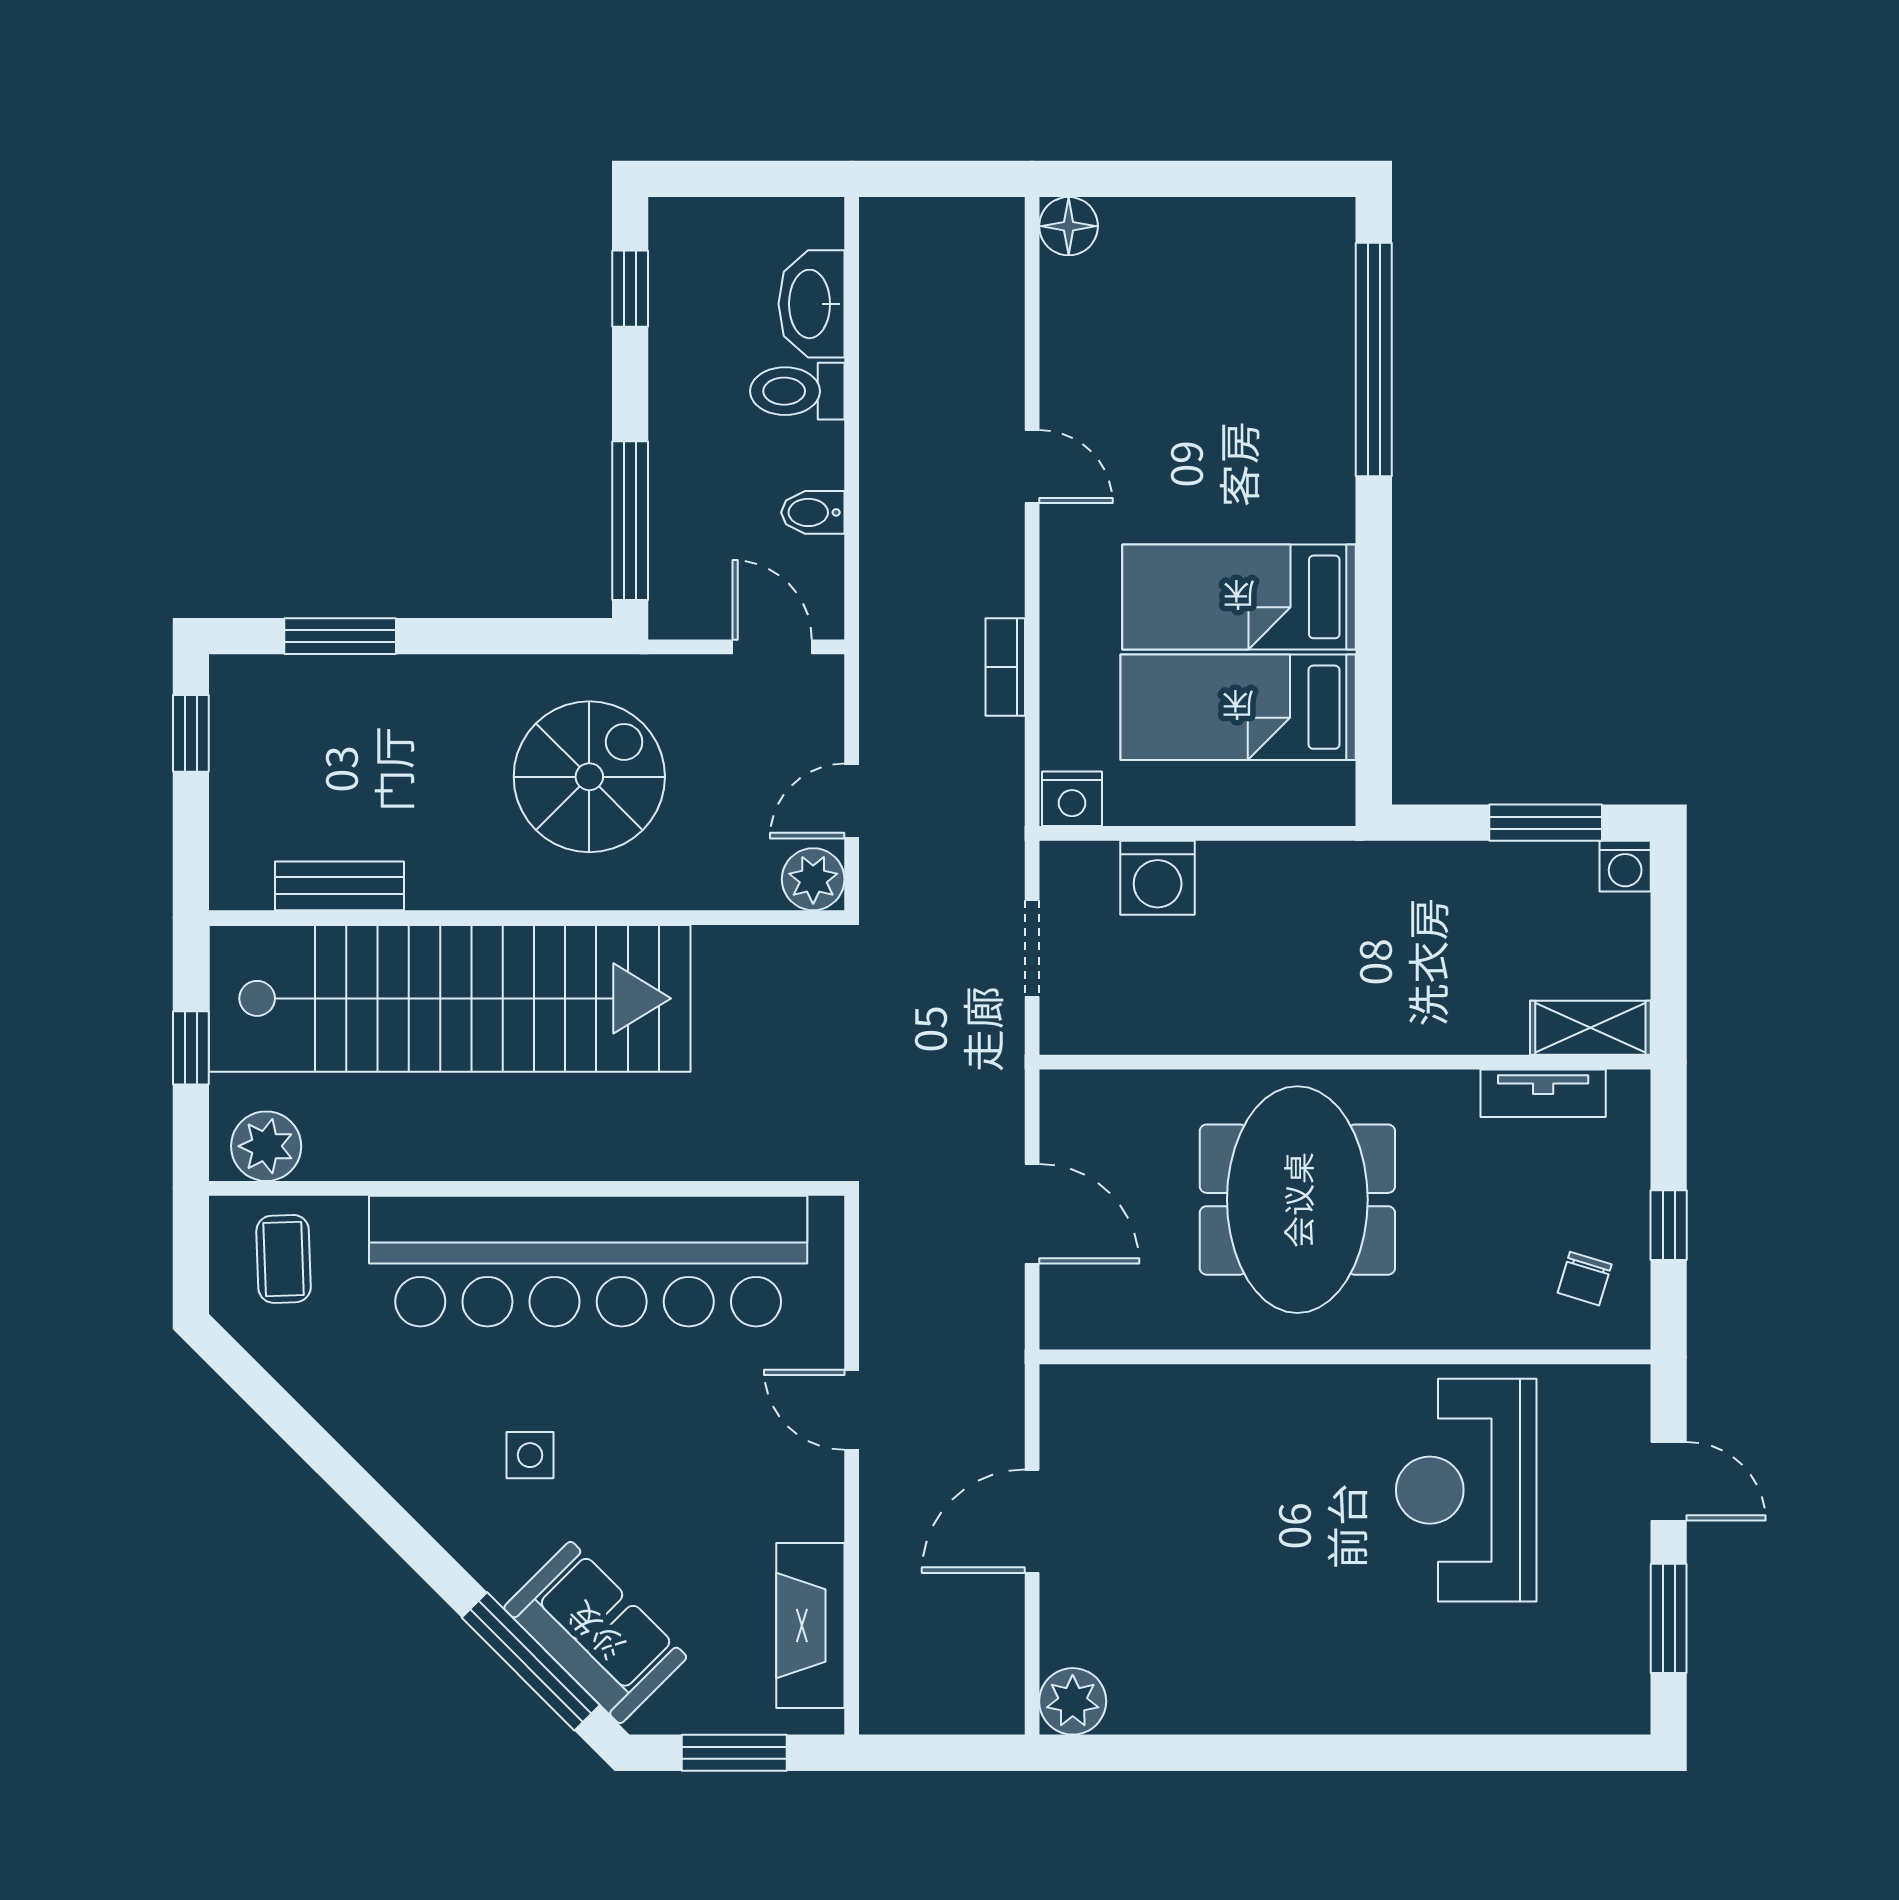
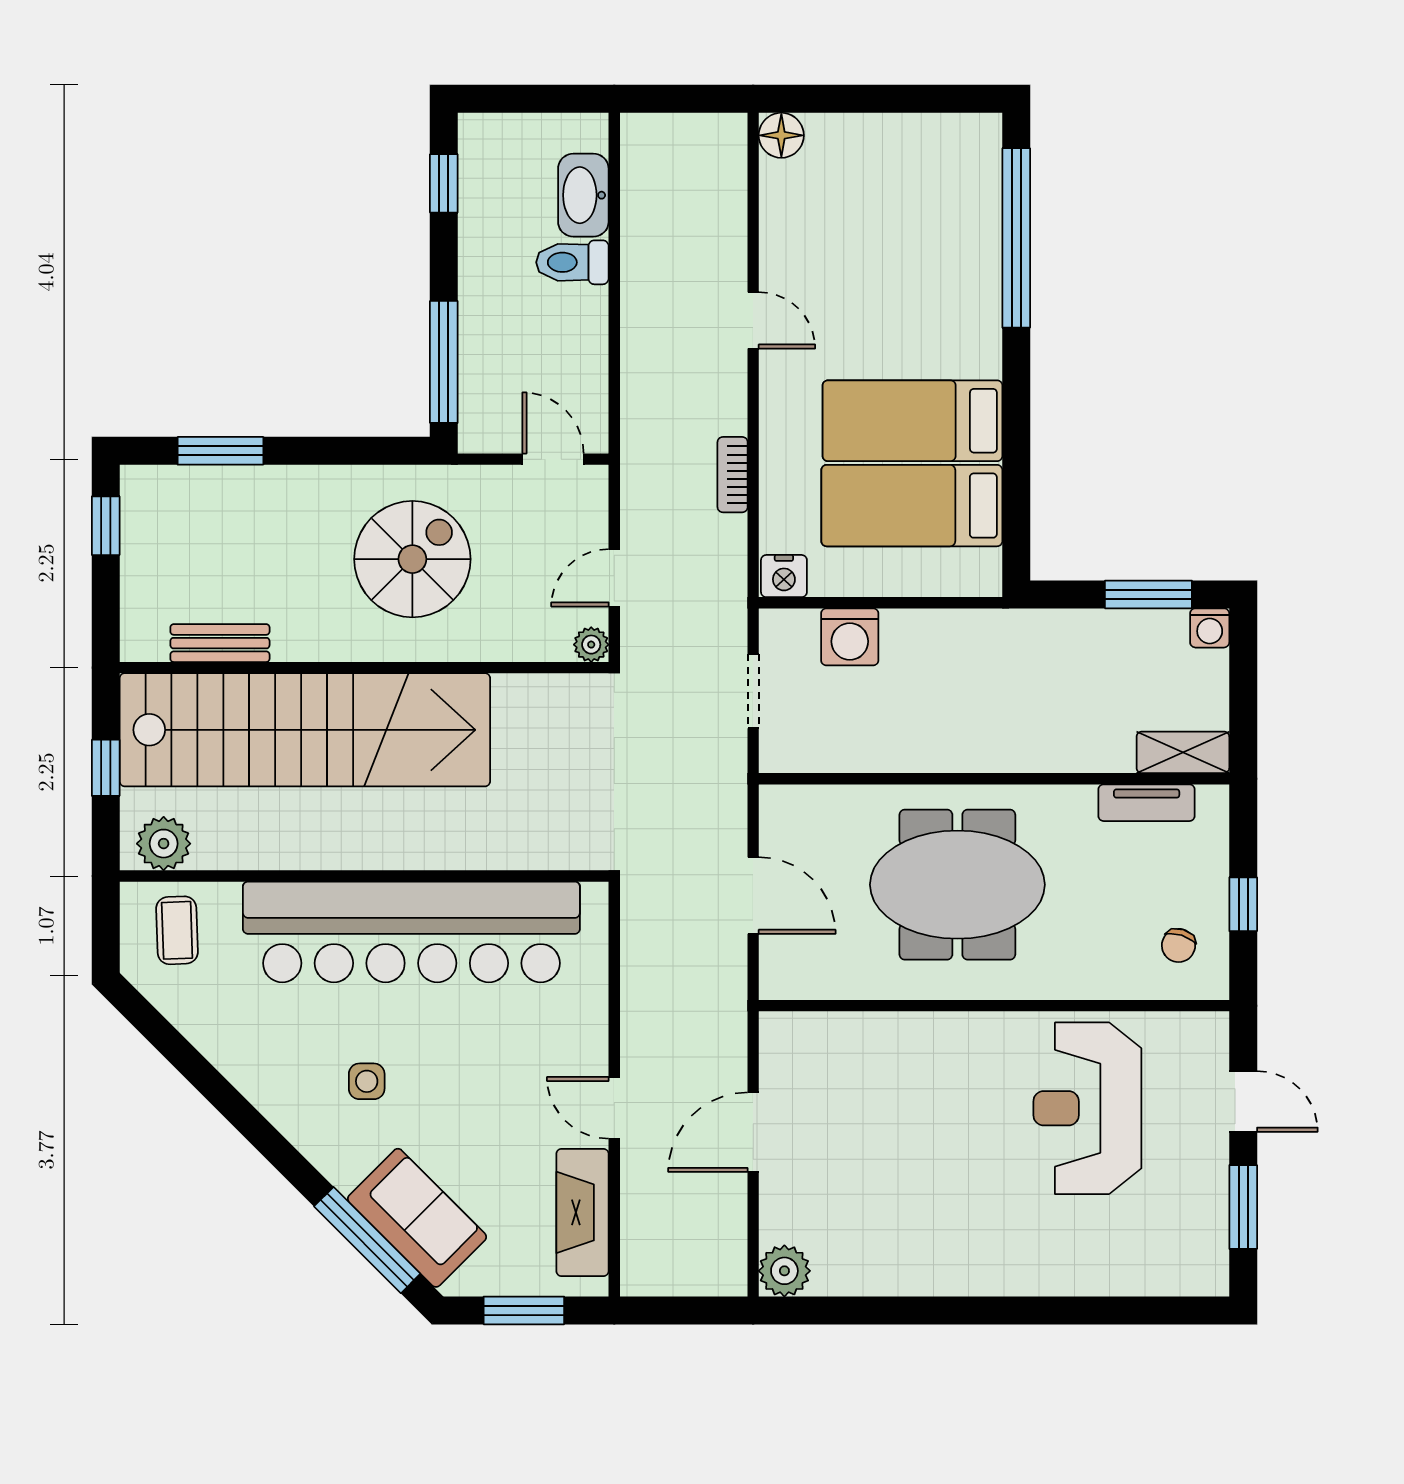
bidet: (813, 512) -> (584, 356), removed
plant: (813, 879) -> (591, 645), width x0.73, depth x0.73
meeting table: (1297, 1200) -> (957, 885), turned 90
door: (852, 1410) -> (614, 1108), moved

